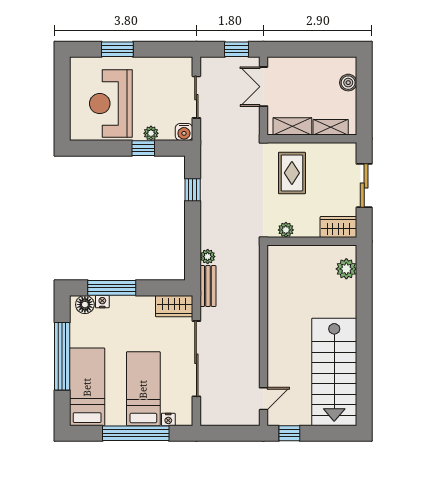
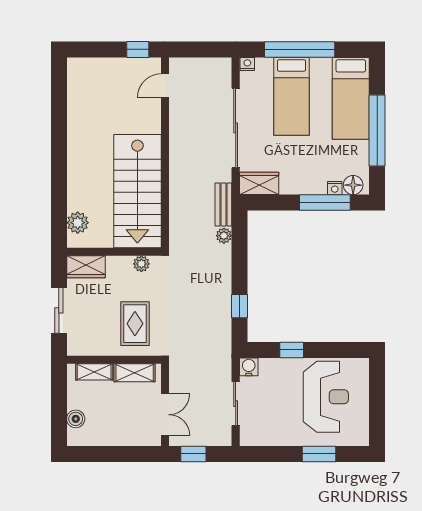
plant: (151, 133) -> (284, 365), removed
stairs: (334, 372) -> (137, 191), moved, turned 180
nightstand: (168, 419) -> (247, 64), moved

